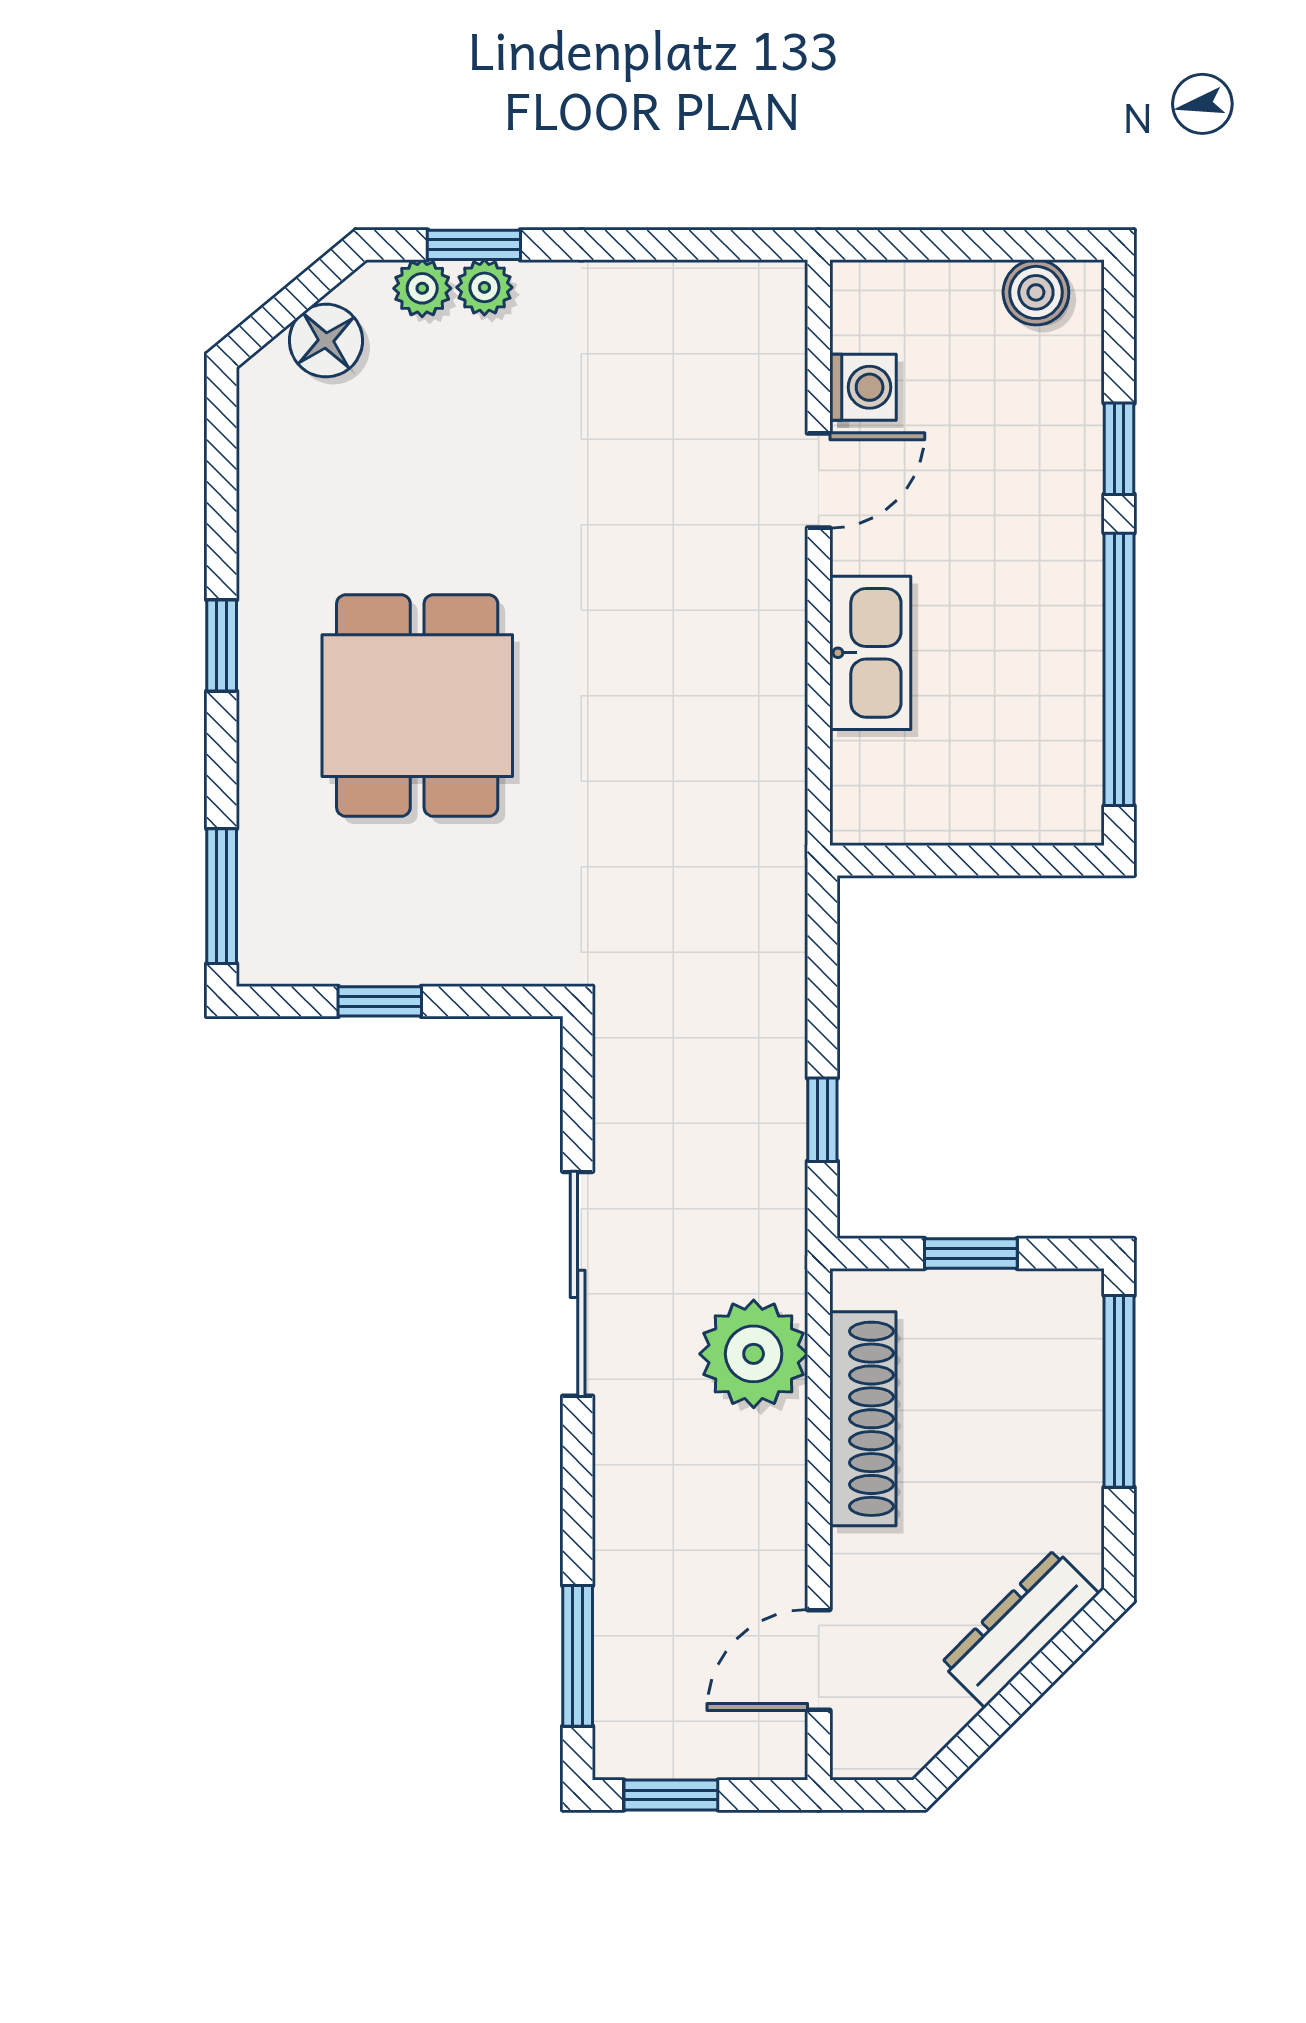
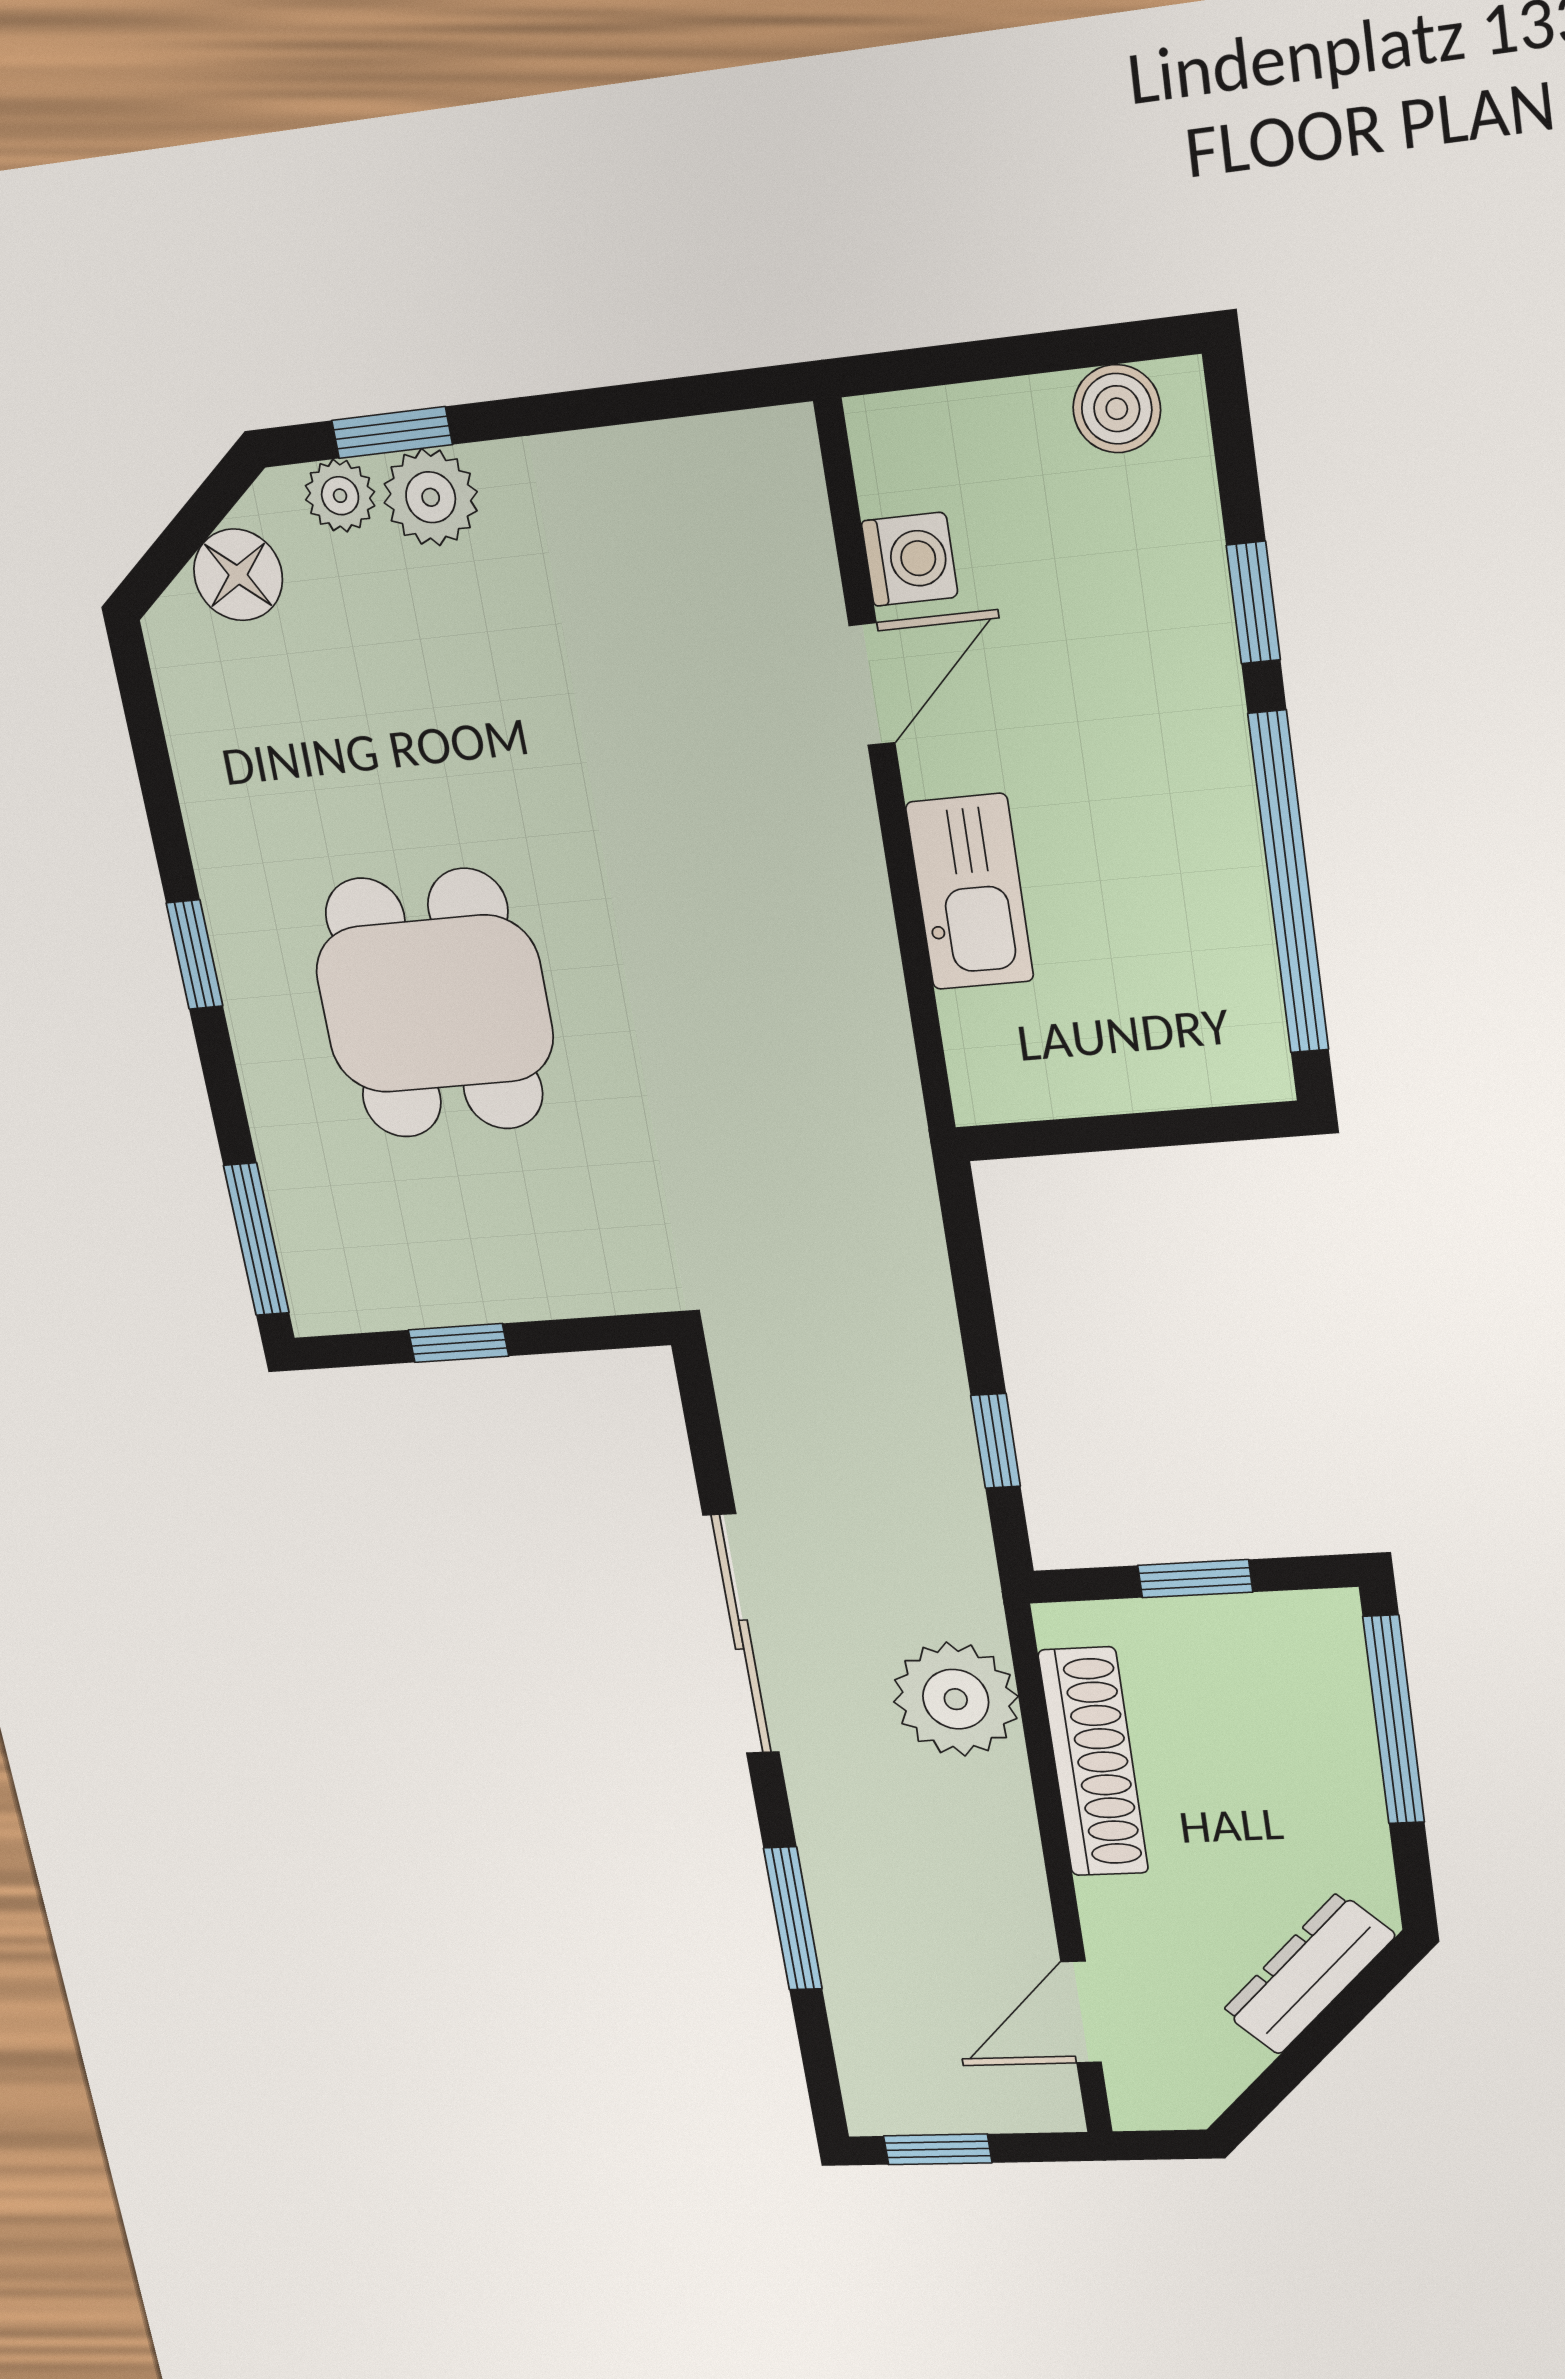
plant: (484, 287) -> (431, 497), width x1.38, depth x1.38
window: (578, 1656) -> (793, 1919), moved

